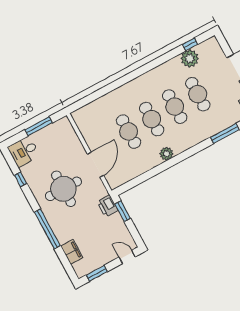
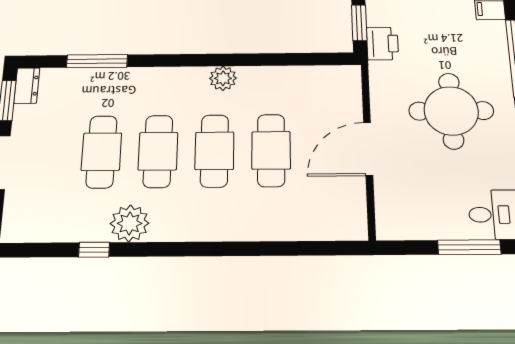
window: (190, 44) -> (94, 250), moved
plant: (190, 58) -> (130, 223), moved
window: (39, 126) -> (469, 247), moved
door: (95, 165) -> (368, 149), moved

